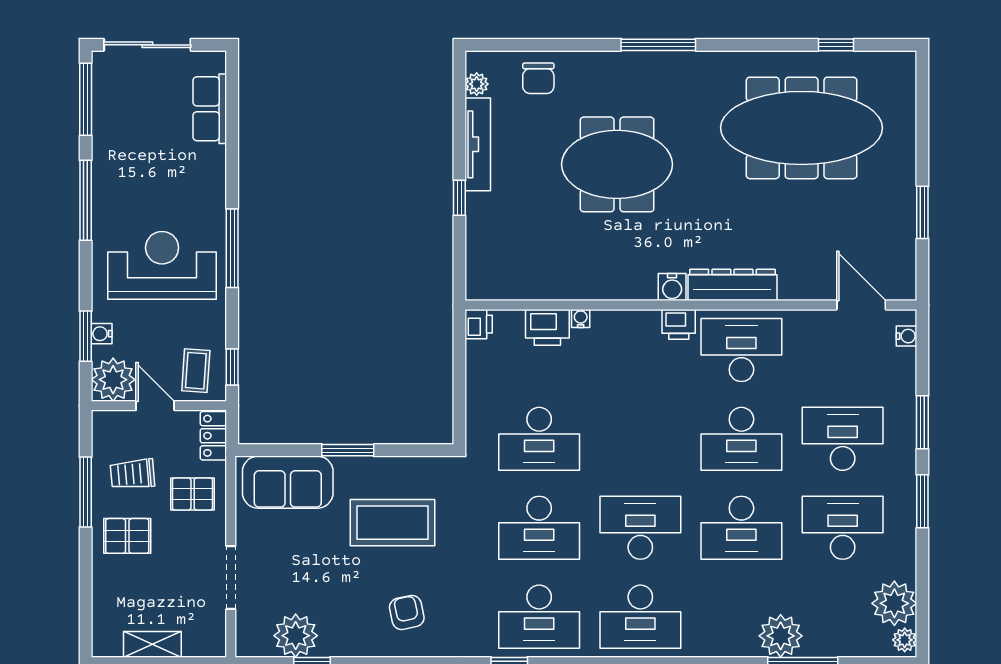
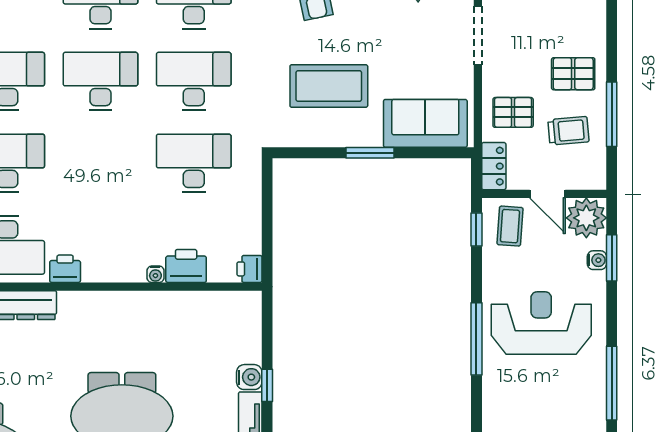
reception desk: (162, 265) -> (541, 323), turned 180
water cooler: (672, 287) -> (249, 377), moved, turned 90
desk: (640, 528) -> (100, 81), turned 180

